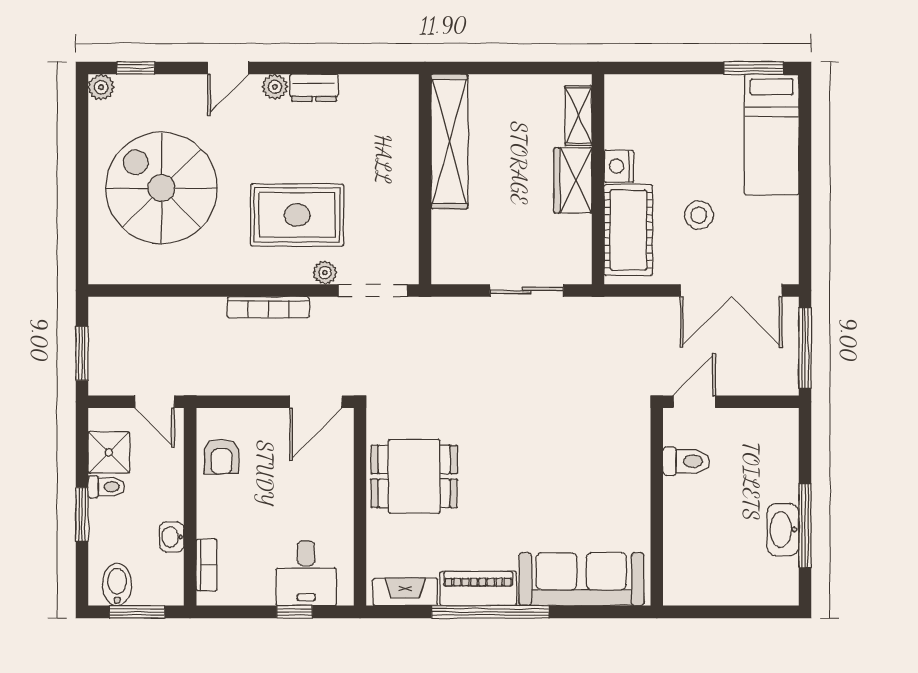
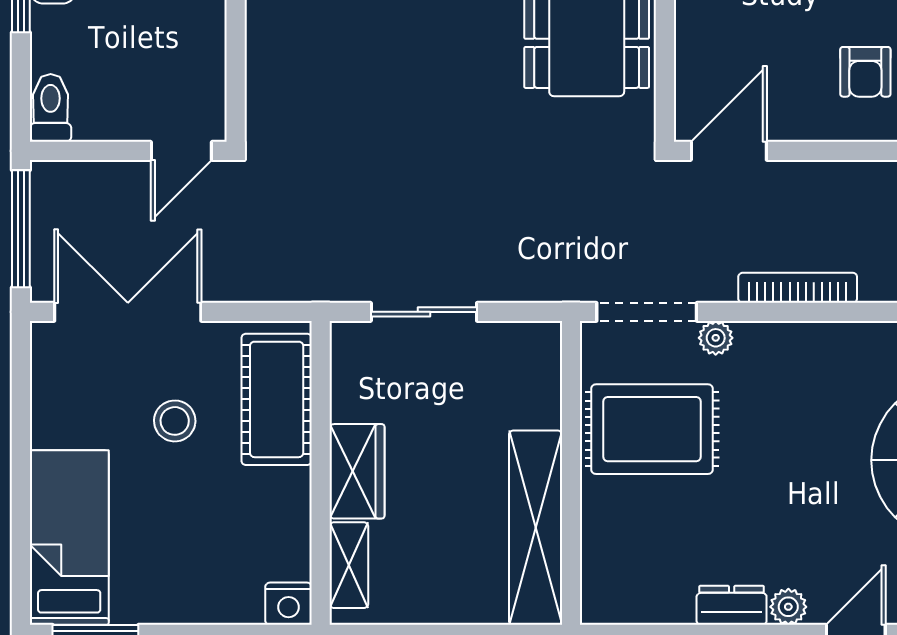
nightstand: (619, 166) -> (289, 604), moved, turned 90
rug: (297, 215) -> (652, 429), moved
armchair: (222, 456) -> (865, 72), turned 180
toilet: (686, 461) -> (51, 108), moved, turned 90

